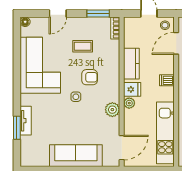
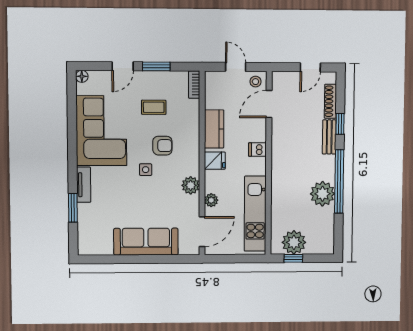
window: (98, 14) -> (156, 66), moved
plant: (129, 103) -> (211, 200), moved
tv unit: (26, 121) -> (84, 185), moved

